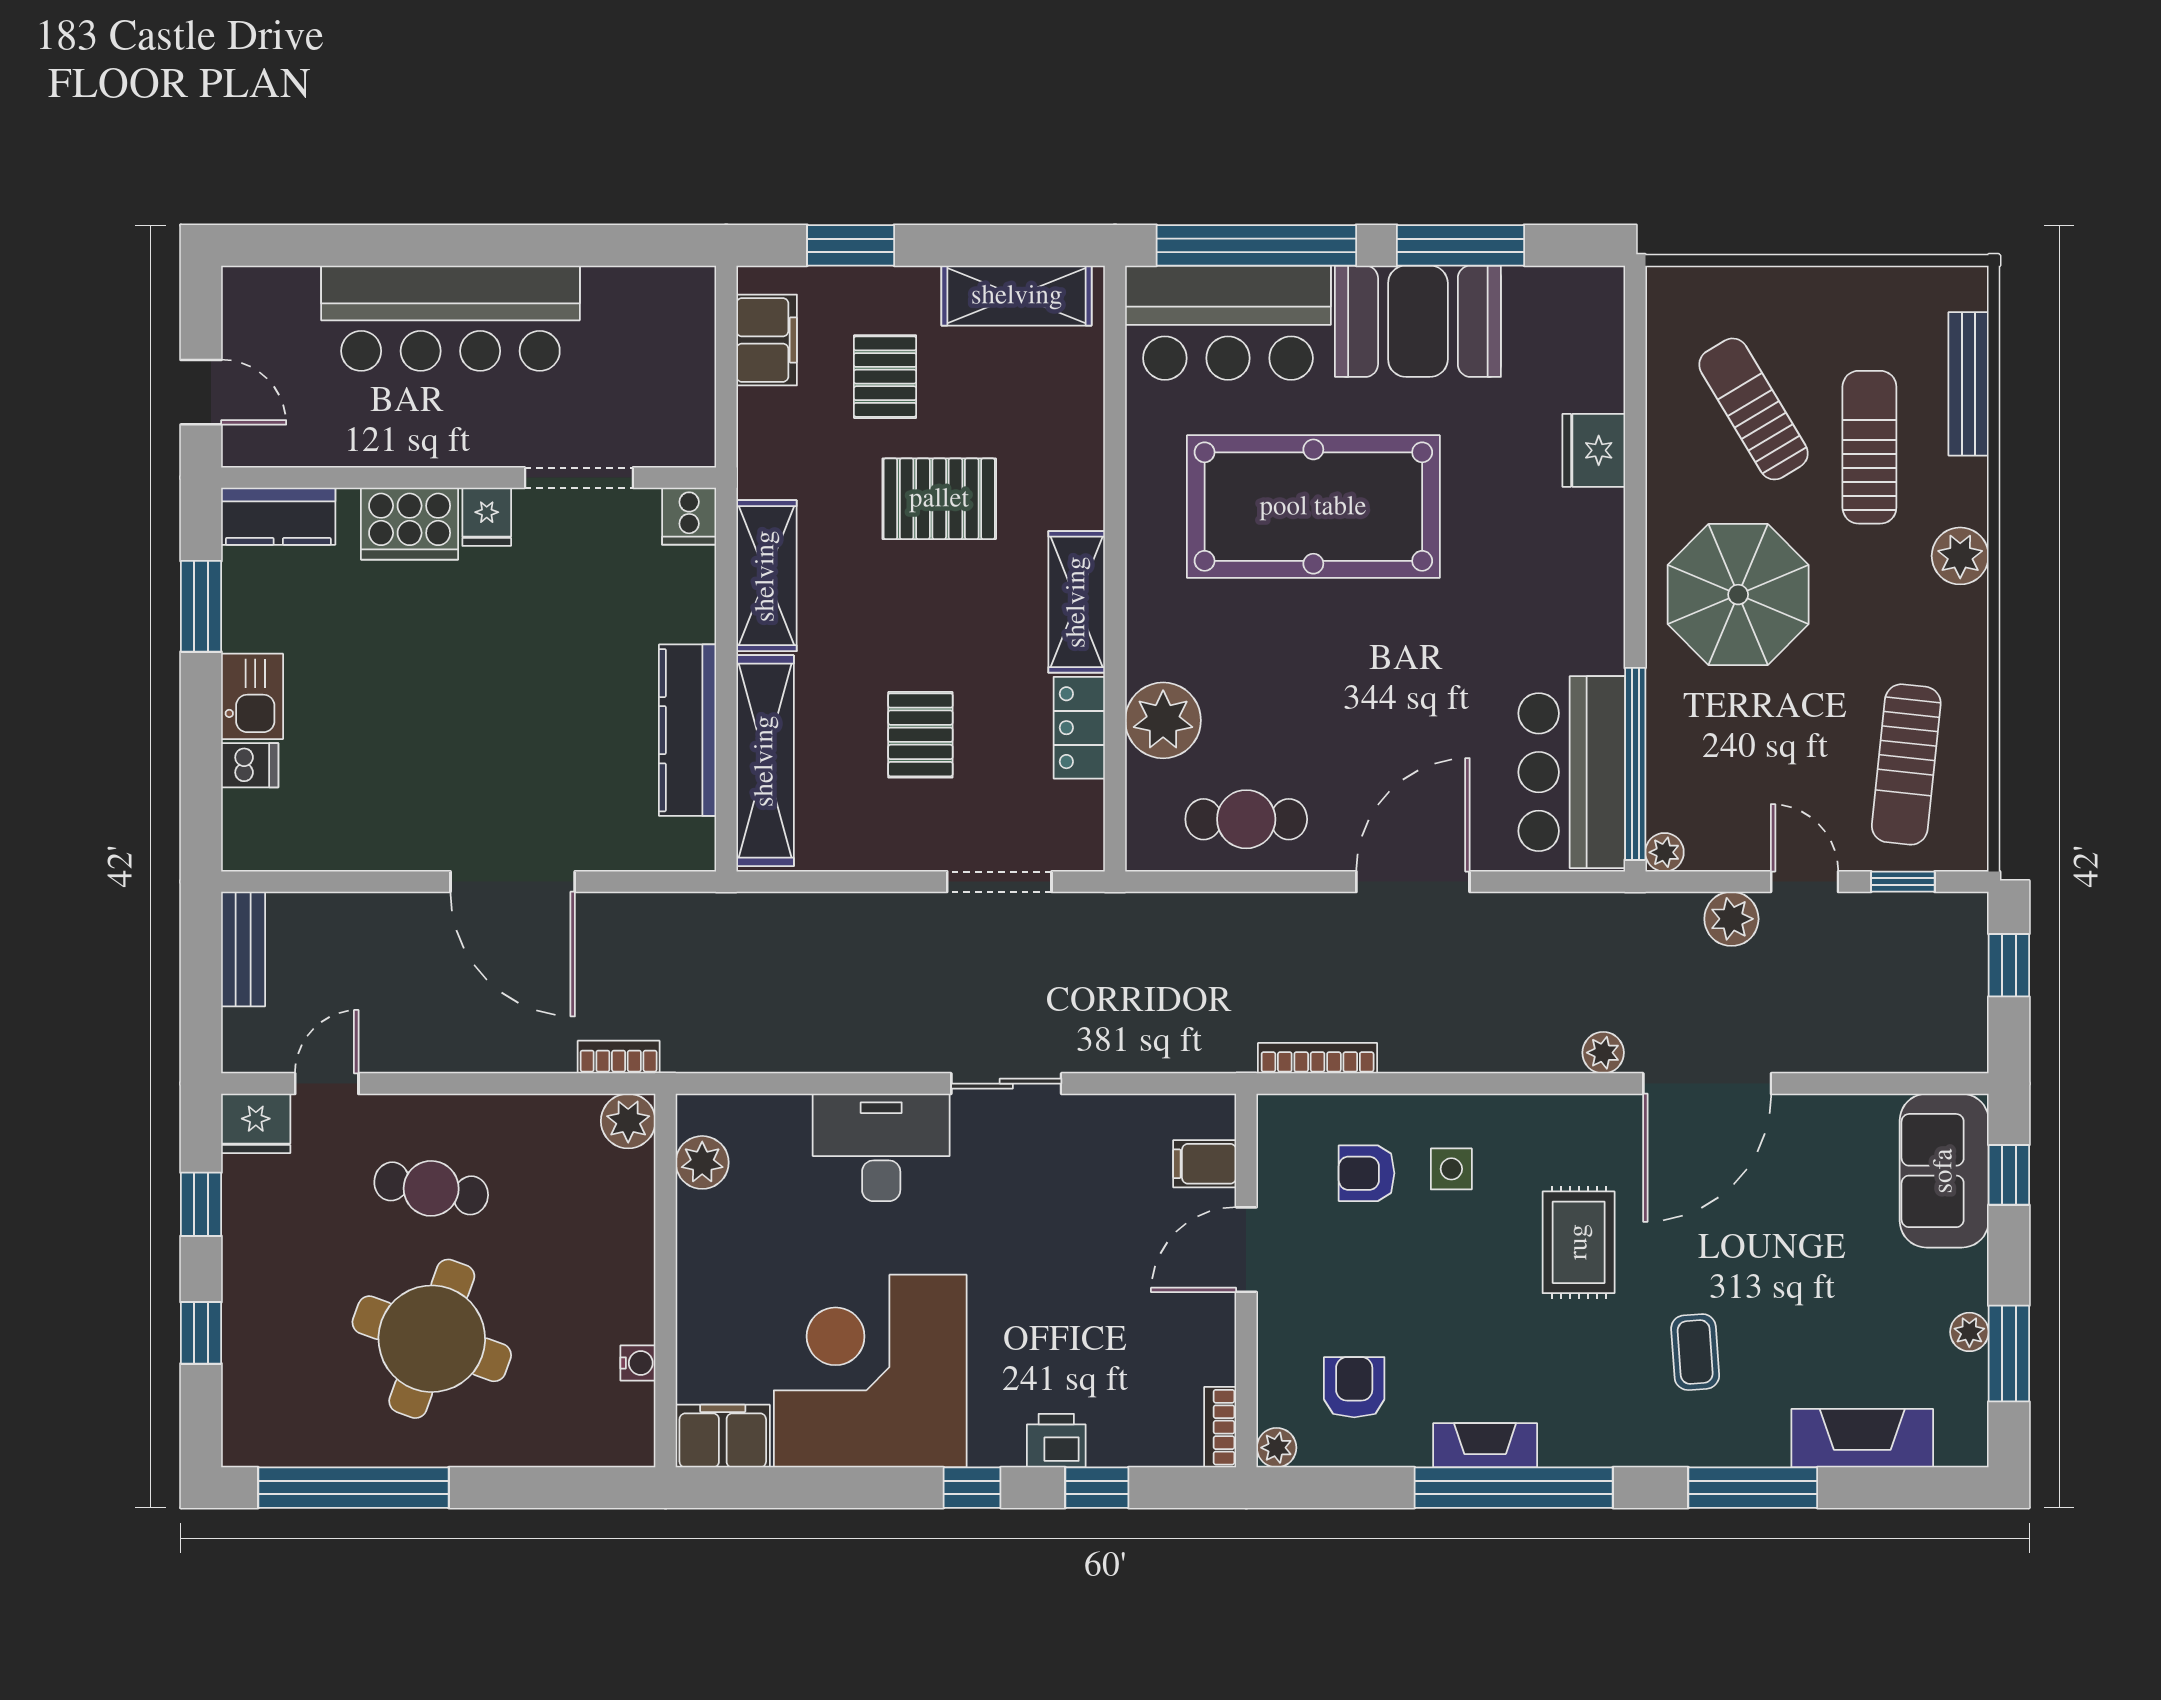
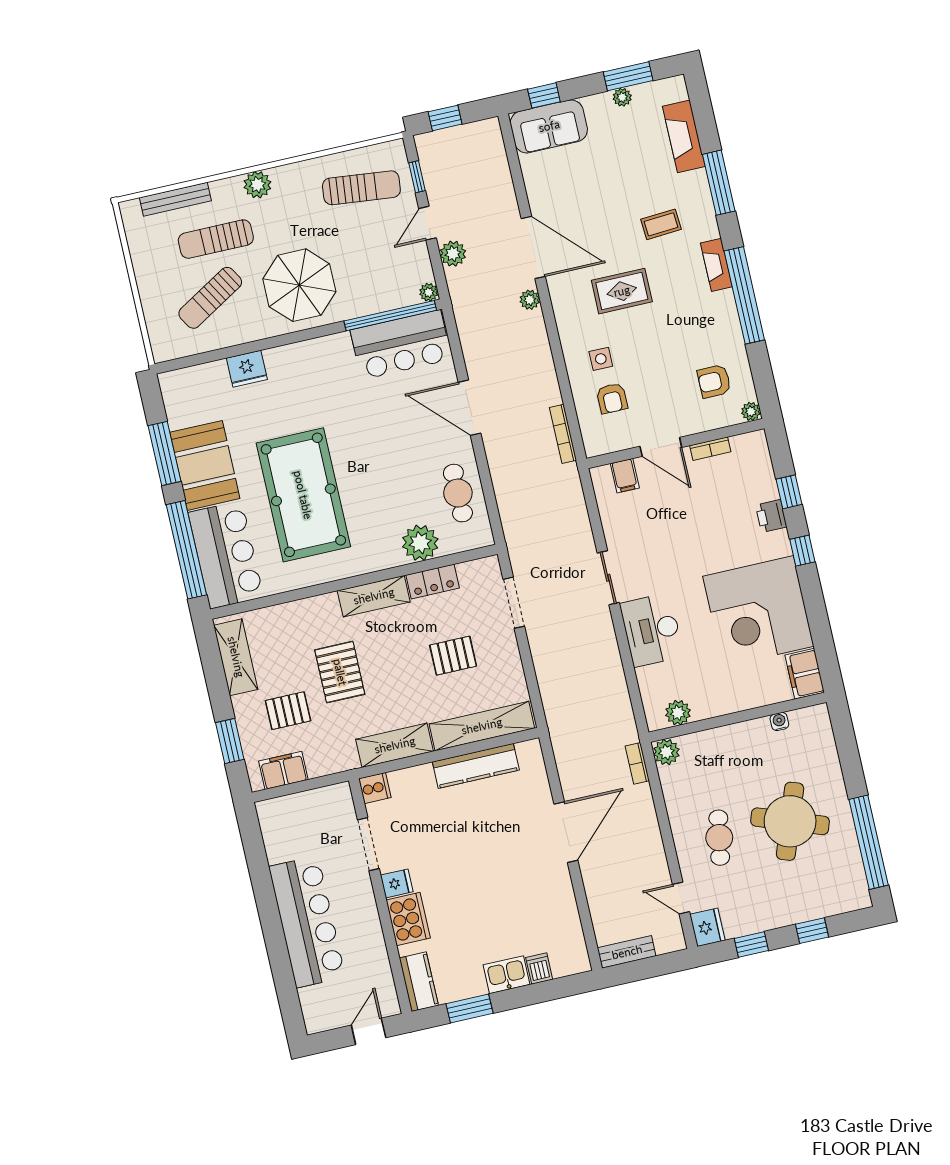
bookcase: (1220, 1427) -> (710, 449), moved
fireplace: (1485, 1445) -> (716, 265), moved

